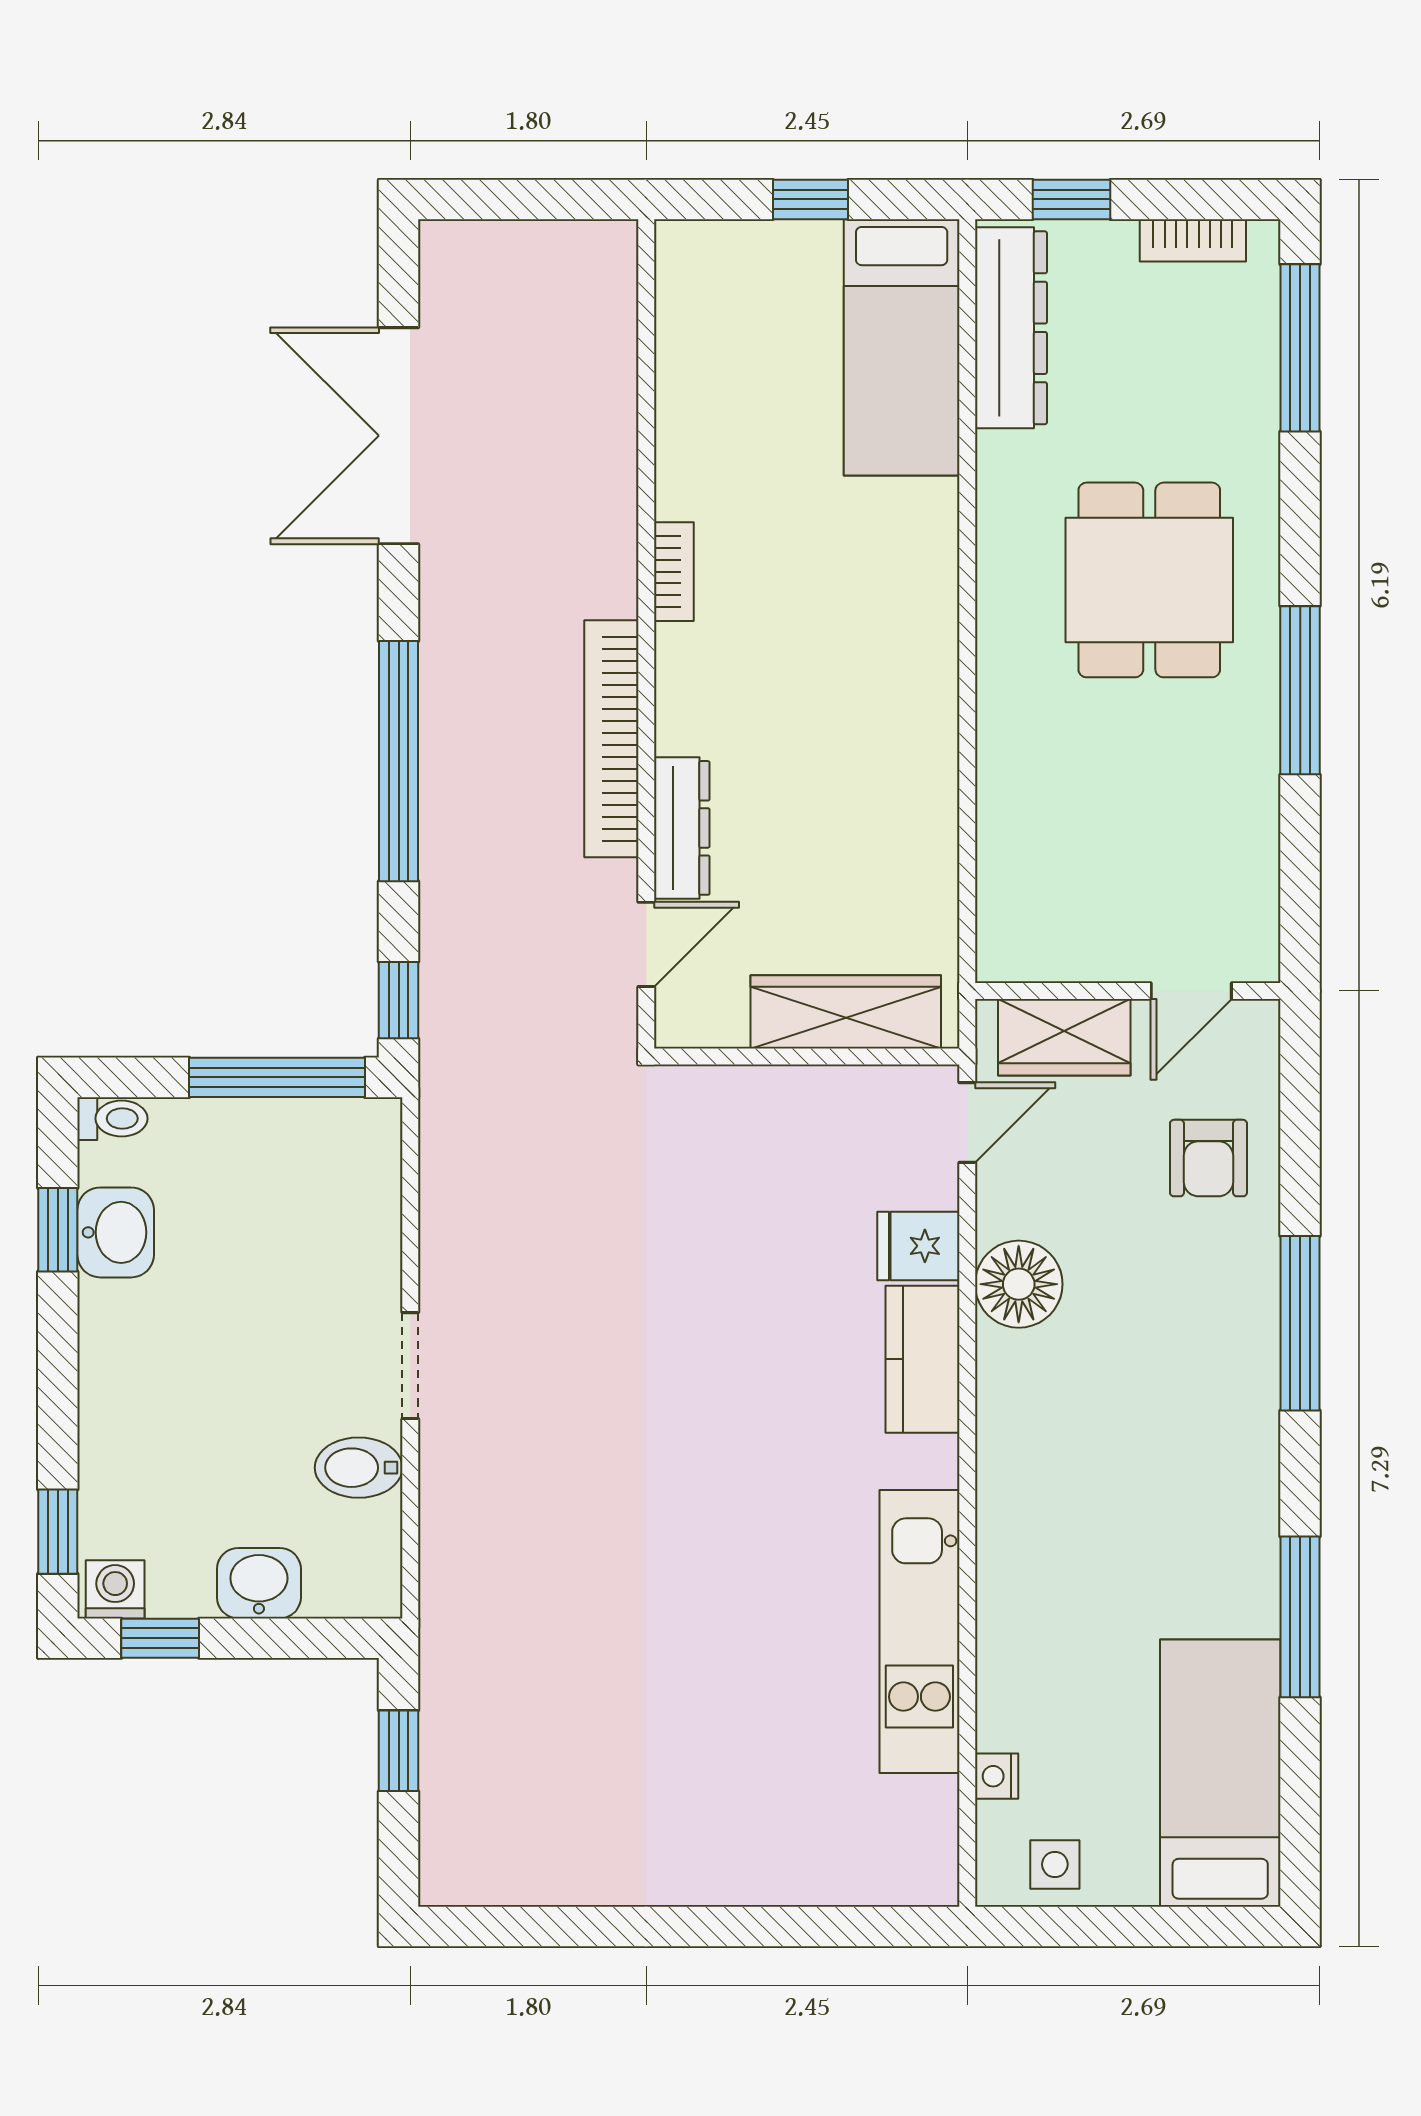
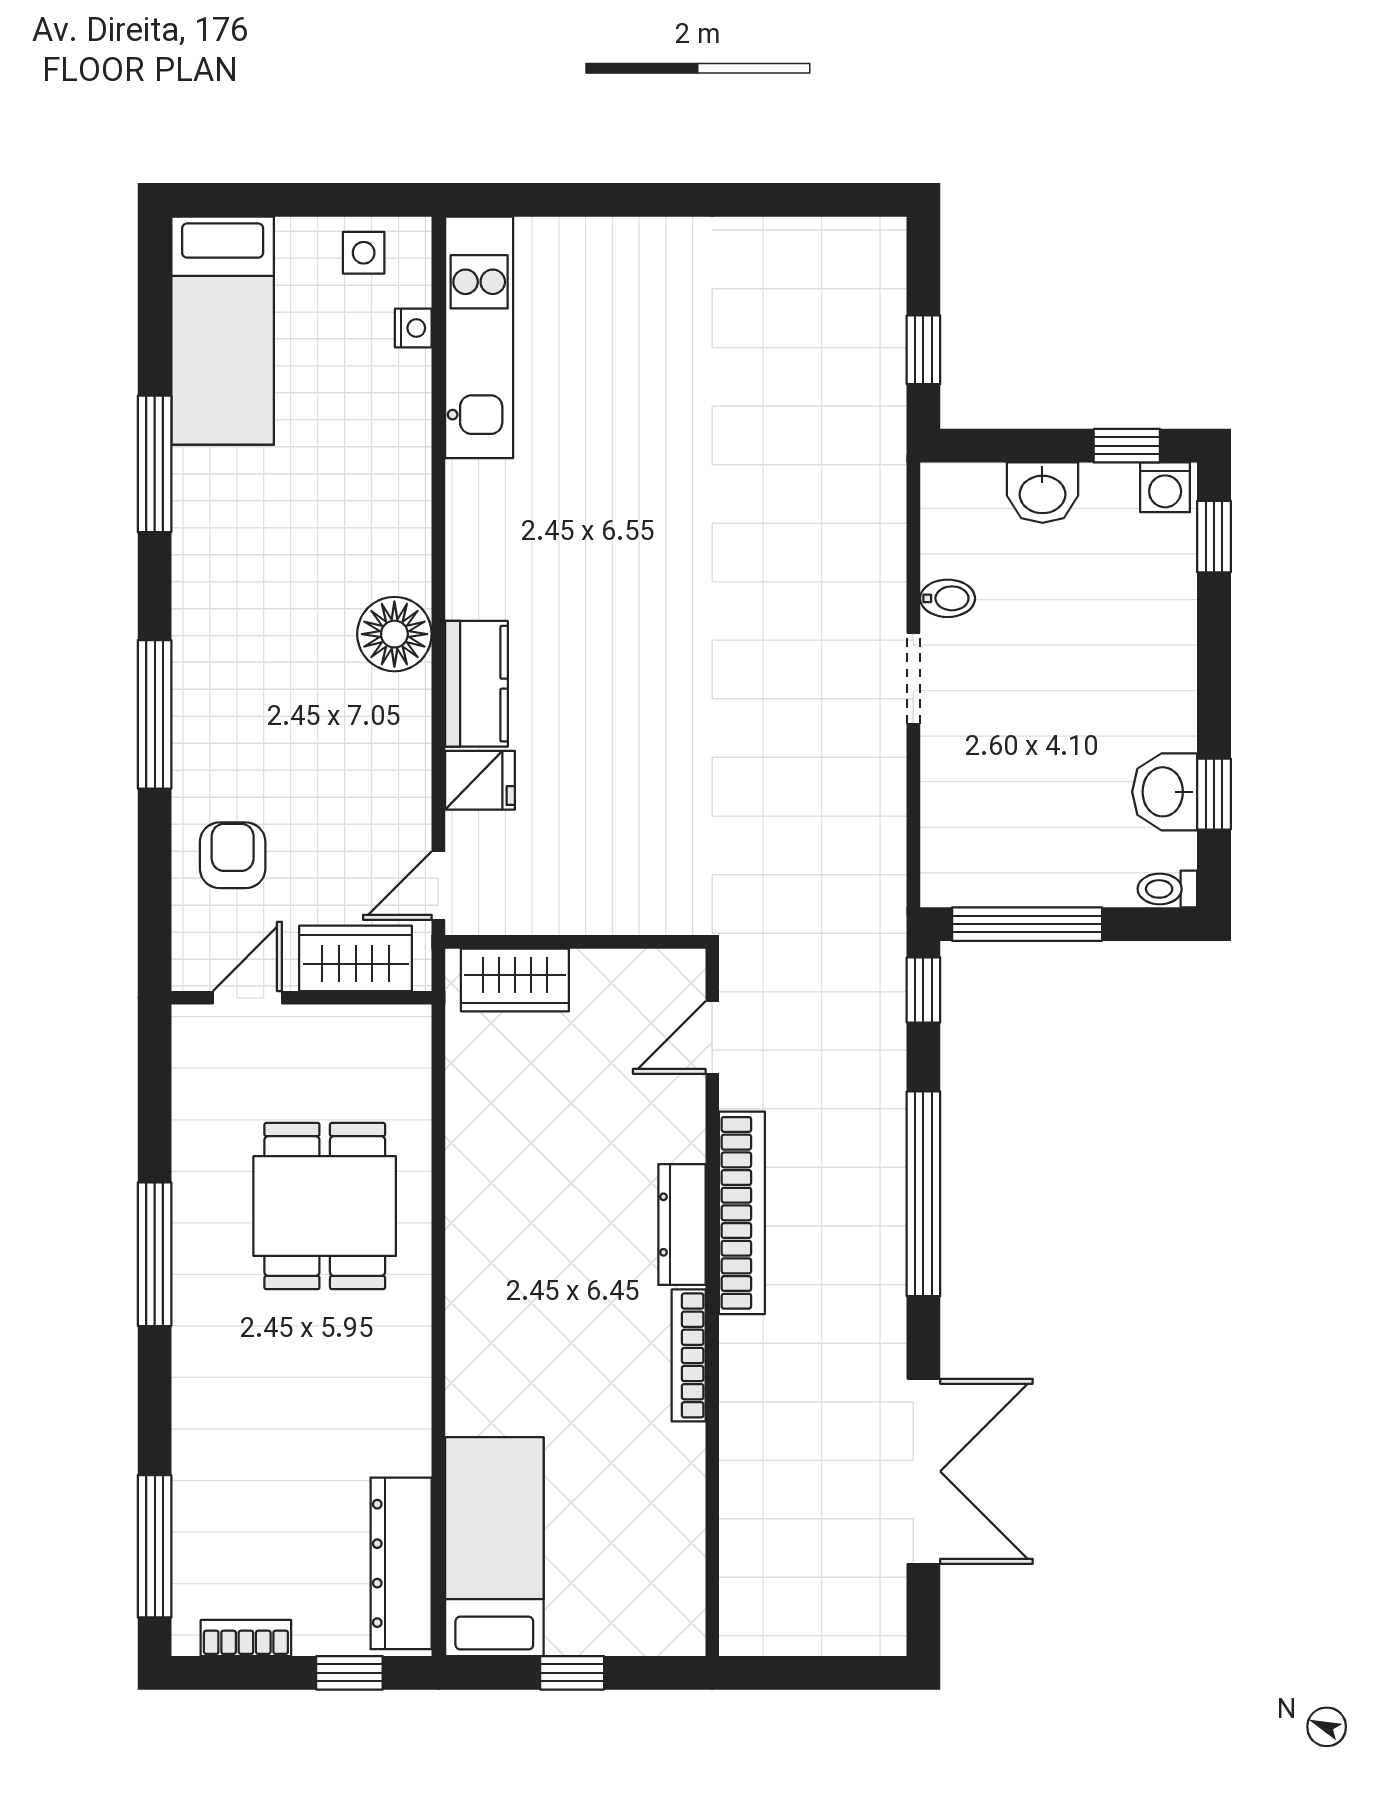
bookcase: (674, 572) -> (689, 1355), width x1.56
dining table: (1149, 580) -> (325, 1206), moved
dresser: (682, 828) -> (682, 1225), moved
wardrobe: (846, 1012) -> (515, 980), width x0.67
floor lamp: (1019, 1284) -> (394, 634), moved
bidet: (359, 1468) -> (948, 598), width x0.72, depth x0.74
kitchen unit: (919, 1631) -> (479, 337), moved

